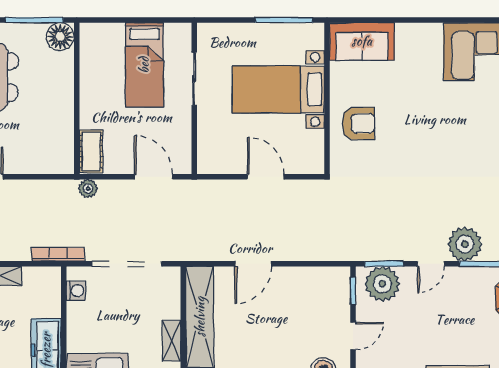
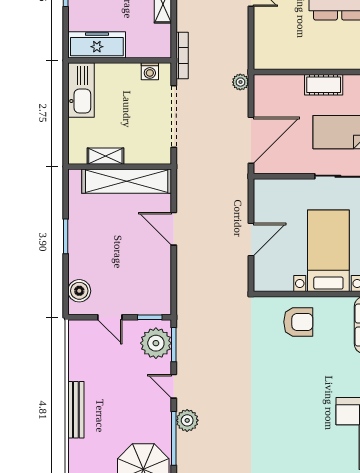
armchair: (358, 123) -> (298, 322), turned -90
cot: (91, 151) -> (324, 85), moved
door: (154, 177) -> (251, 140), width x1.36
plant: (465, 244) -> (187, 420), width x0.73, depth x0.73

